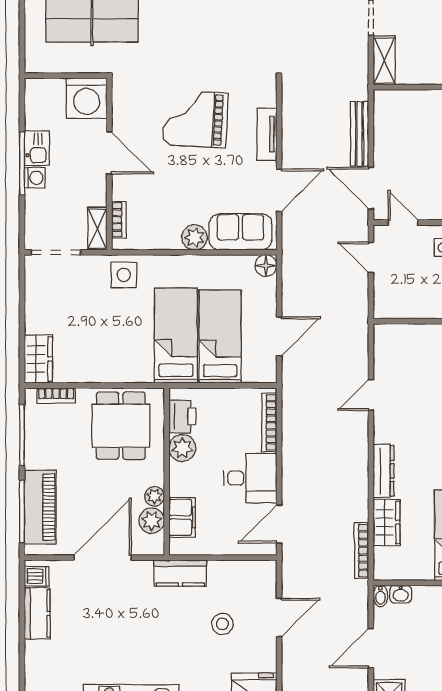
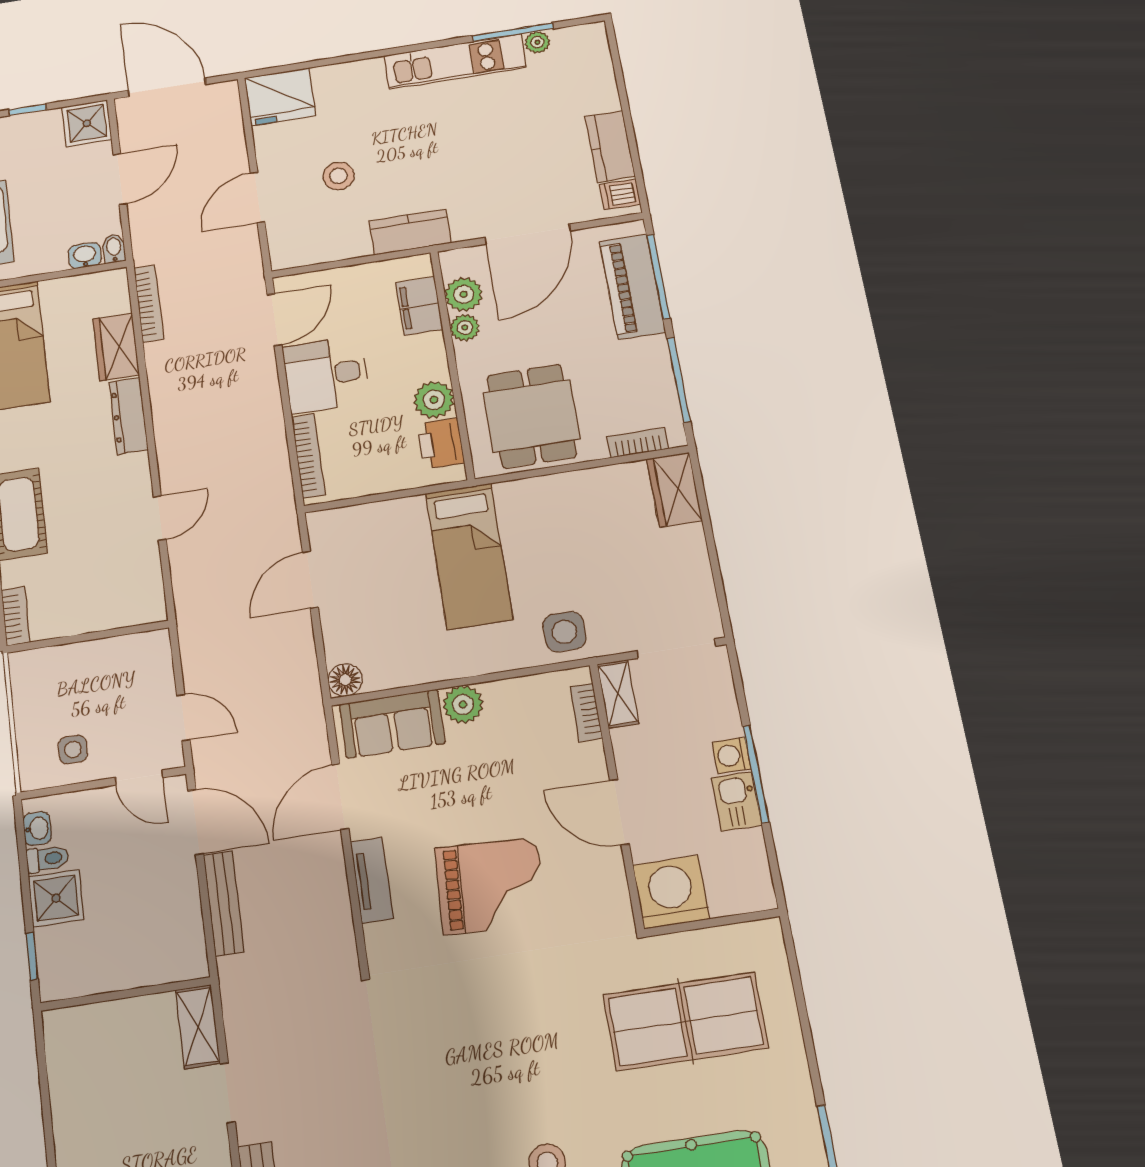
bed: (220, 337) -> (401, 565), removed

